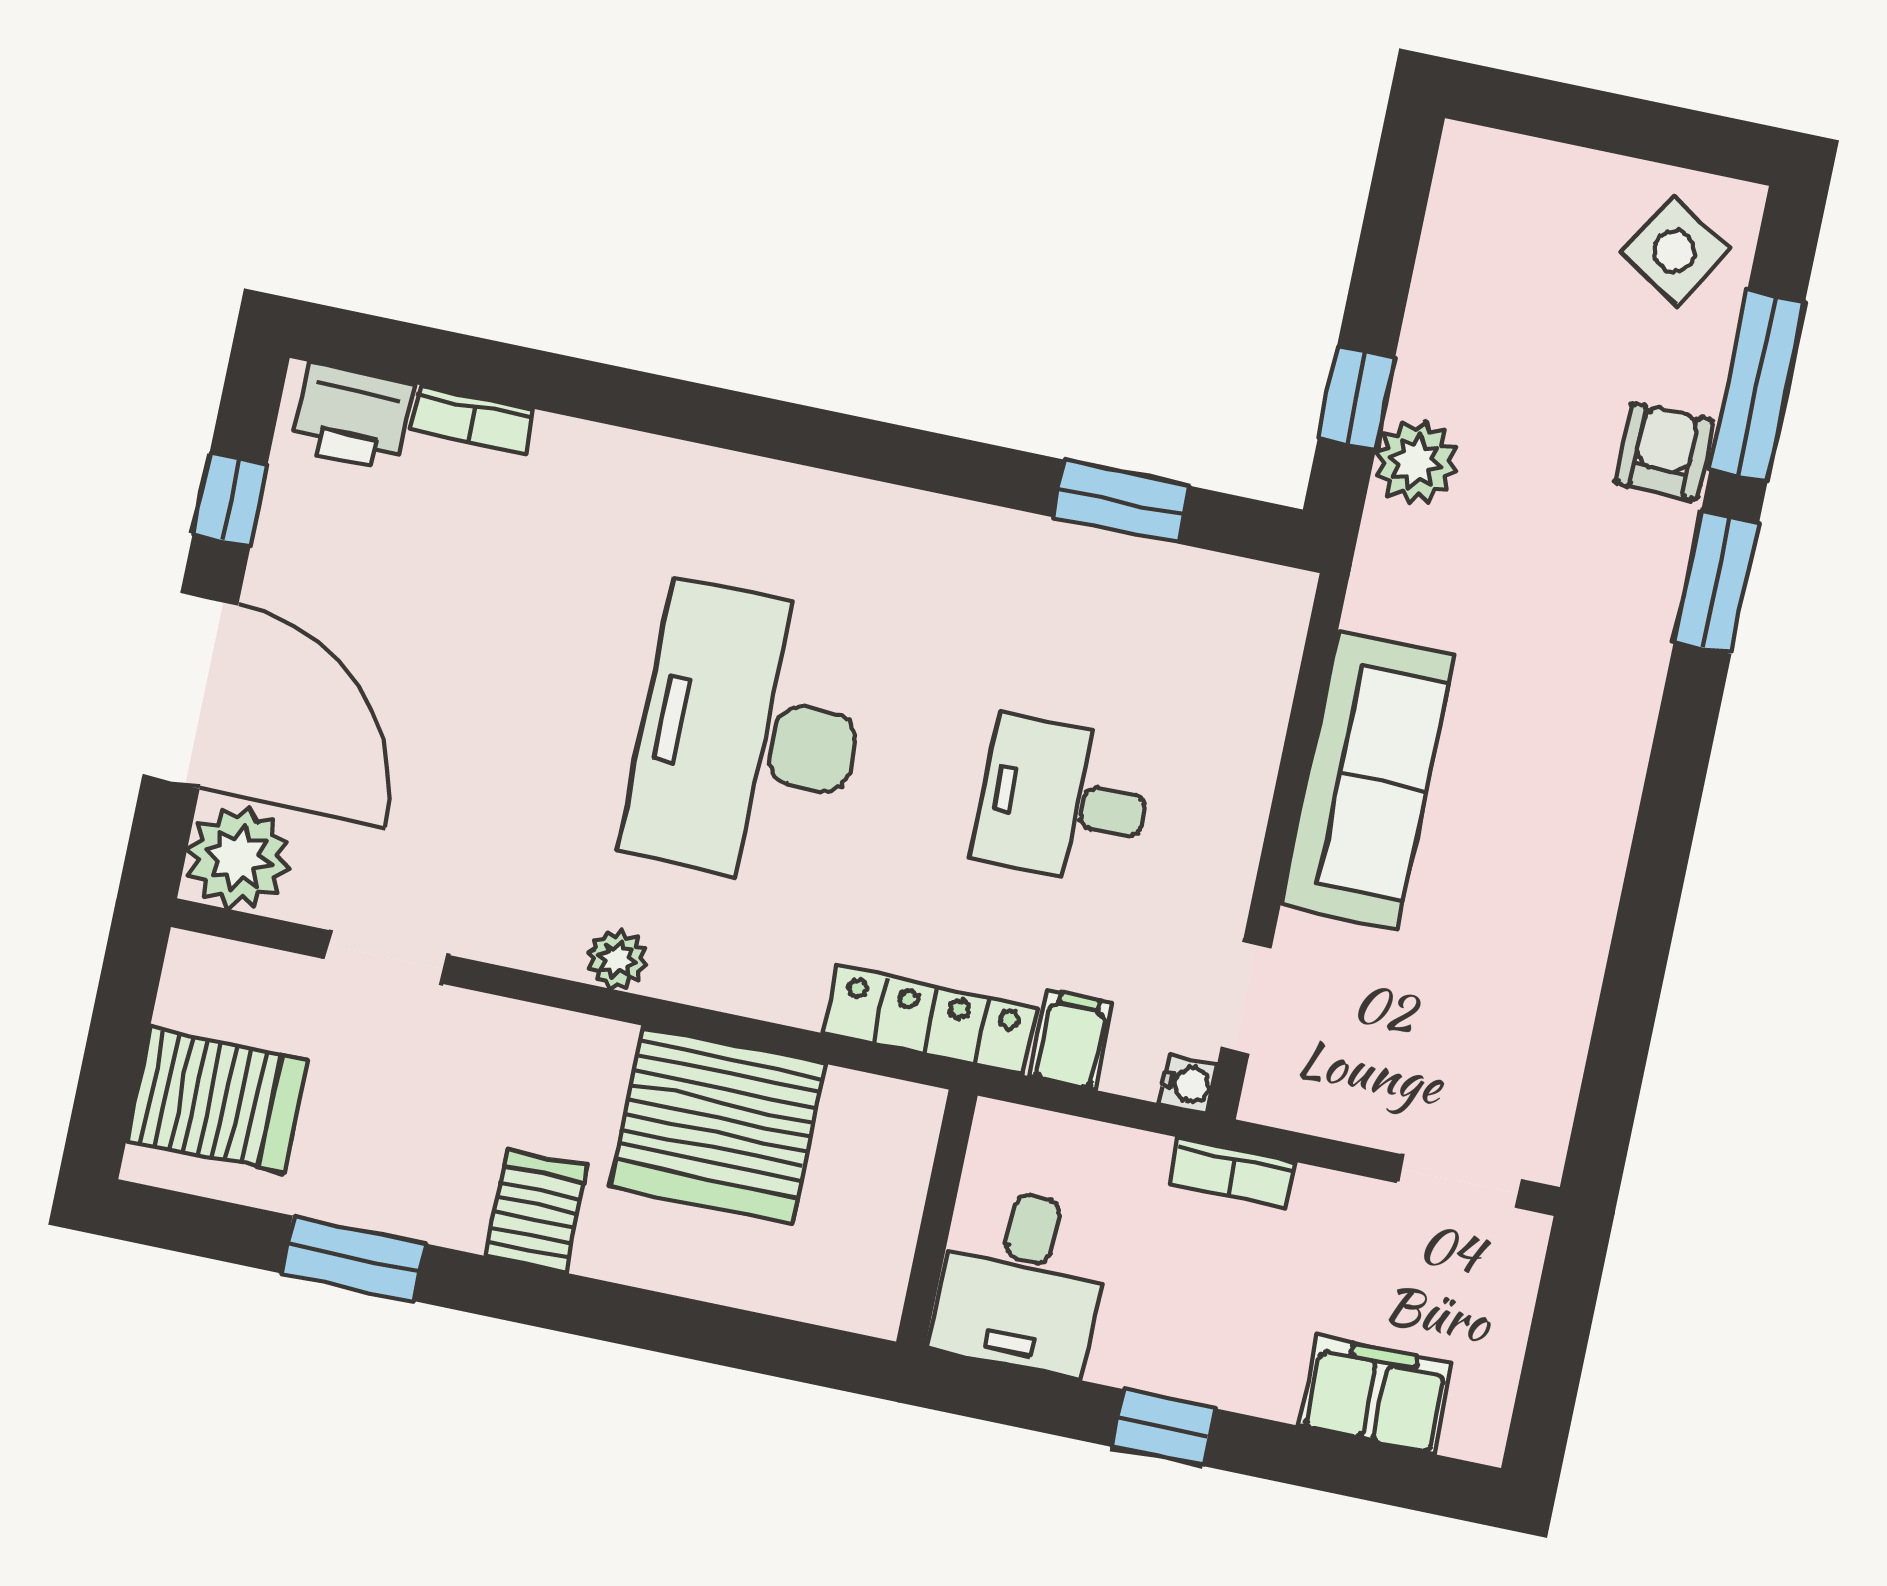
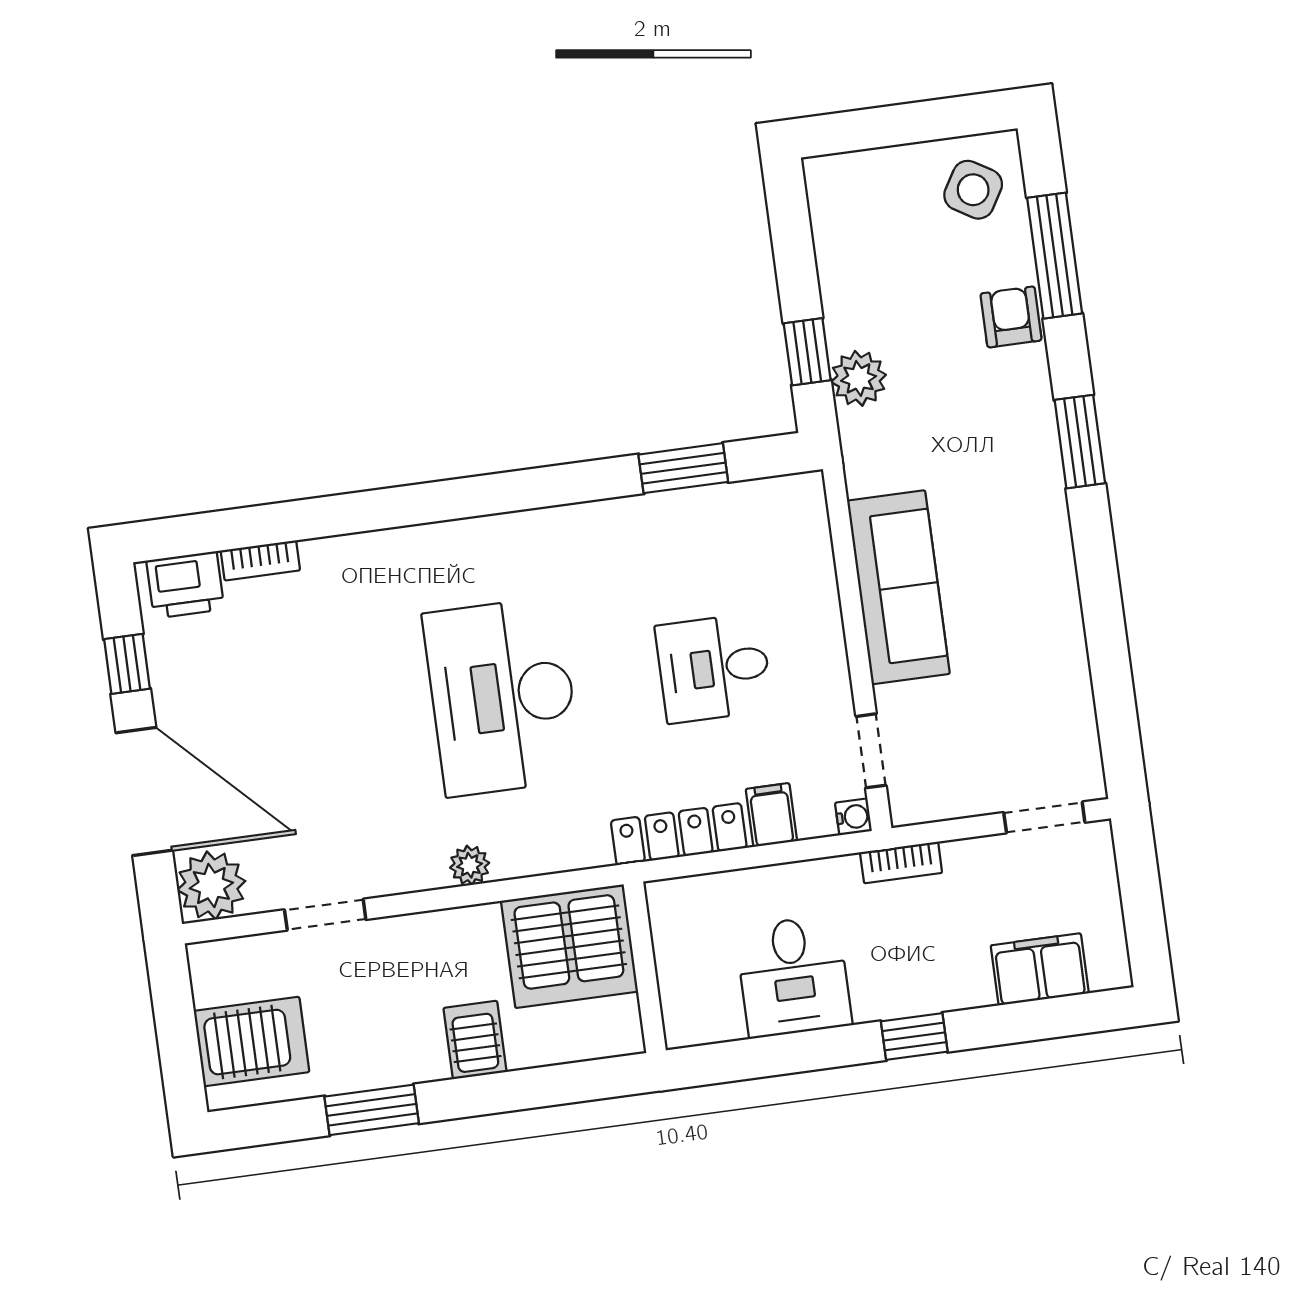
window: (1716, 582) -> (1080, 442), moved
wall: (937, 1219) -> (645, 967), moved

